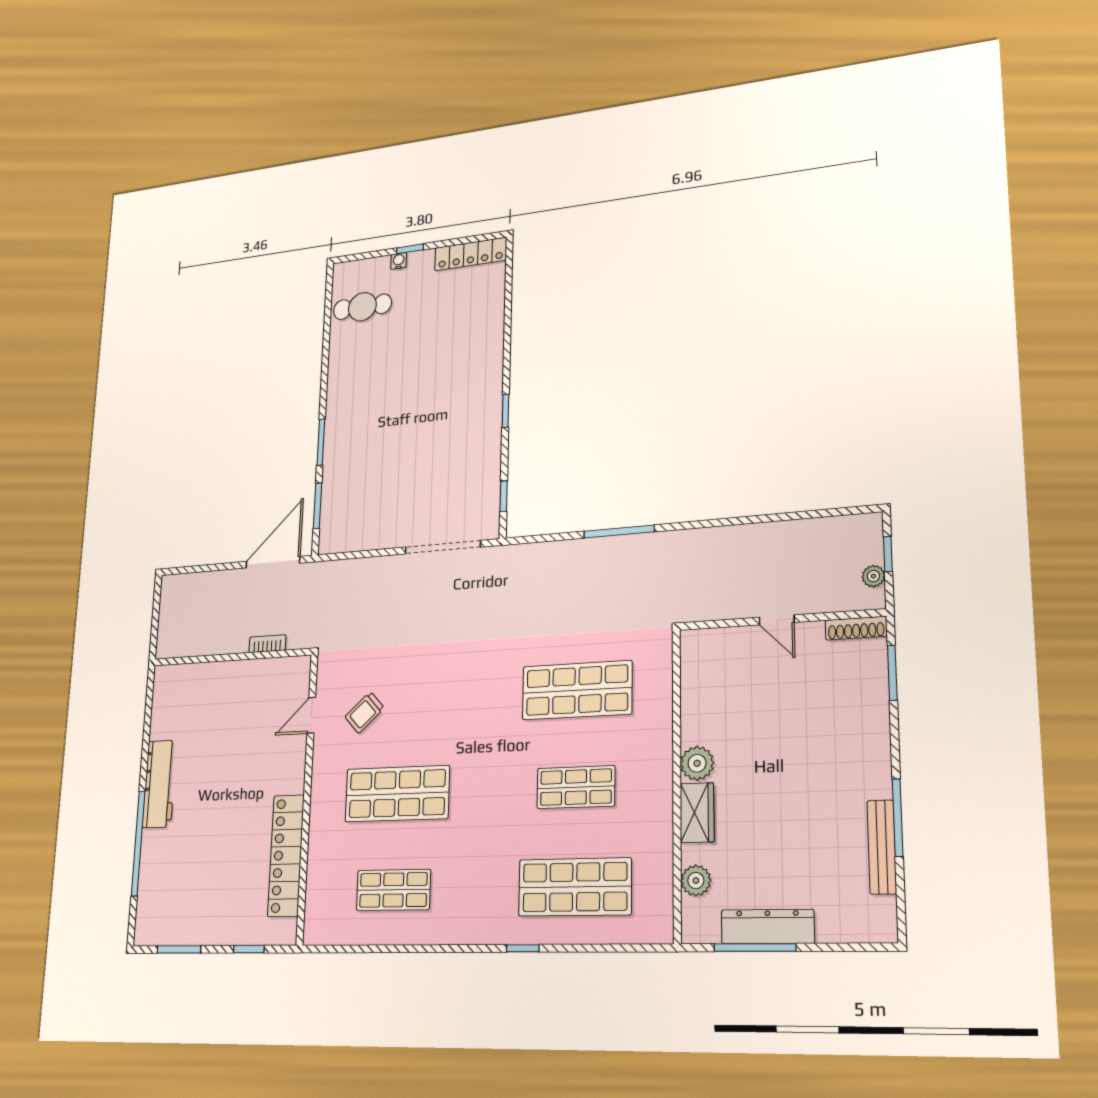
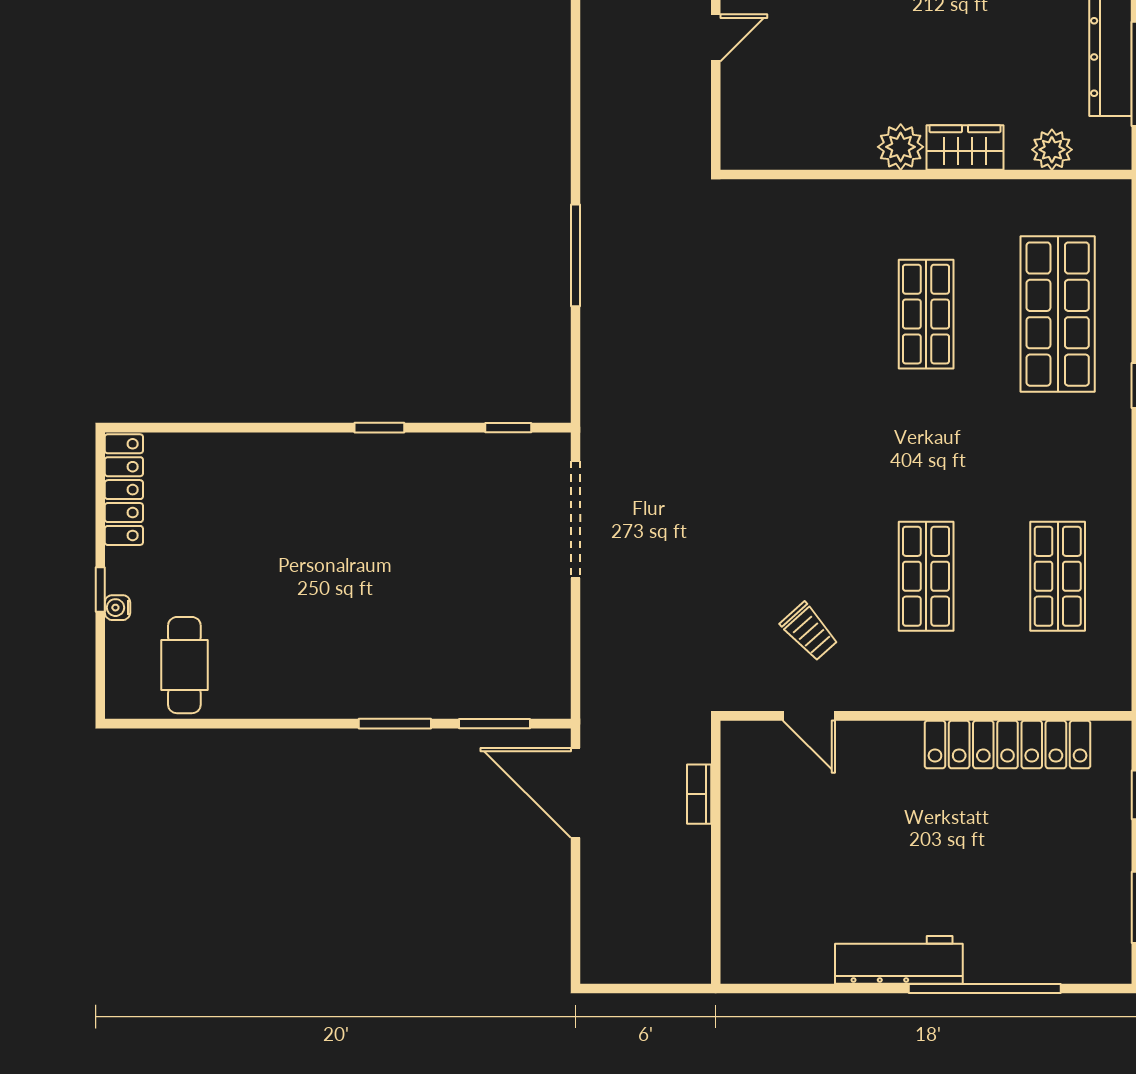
shop shelf: (577, 690) -> (794, 314), removed
shop shelf: (397, 794) -> (926, 576), width x0.70, depth x0.74

